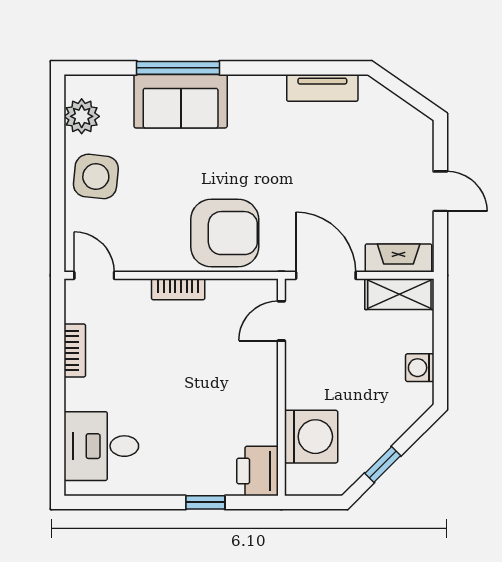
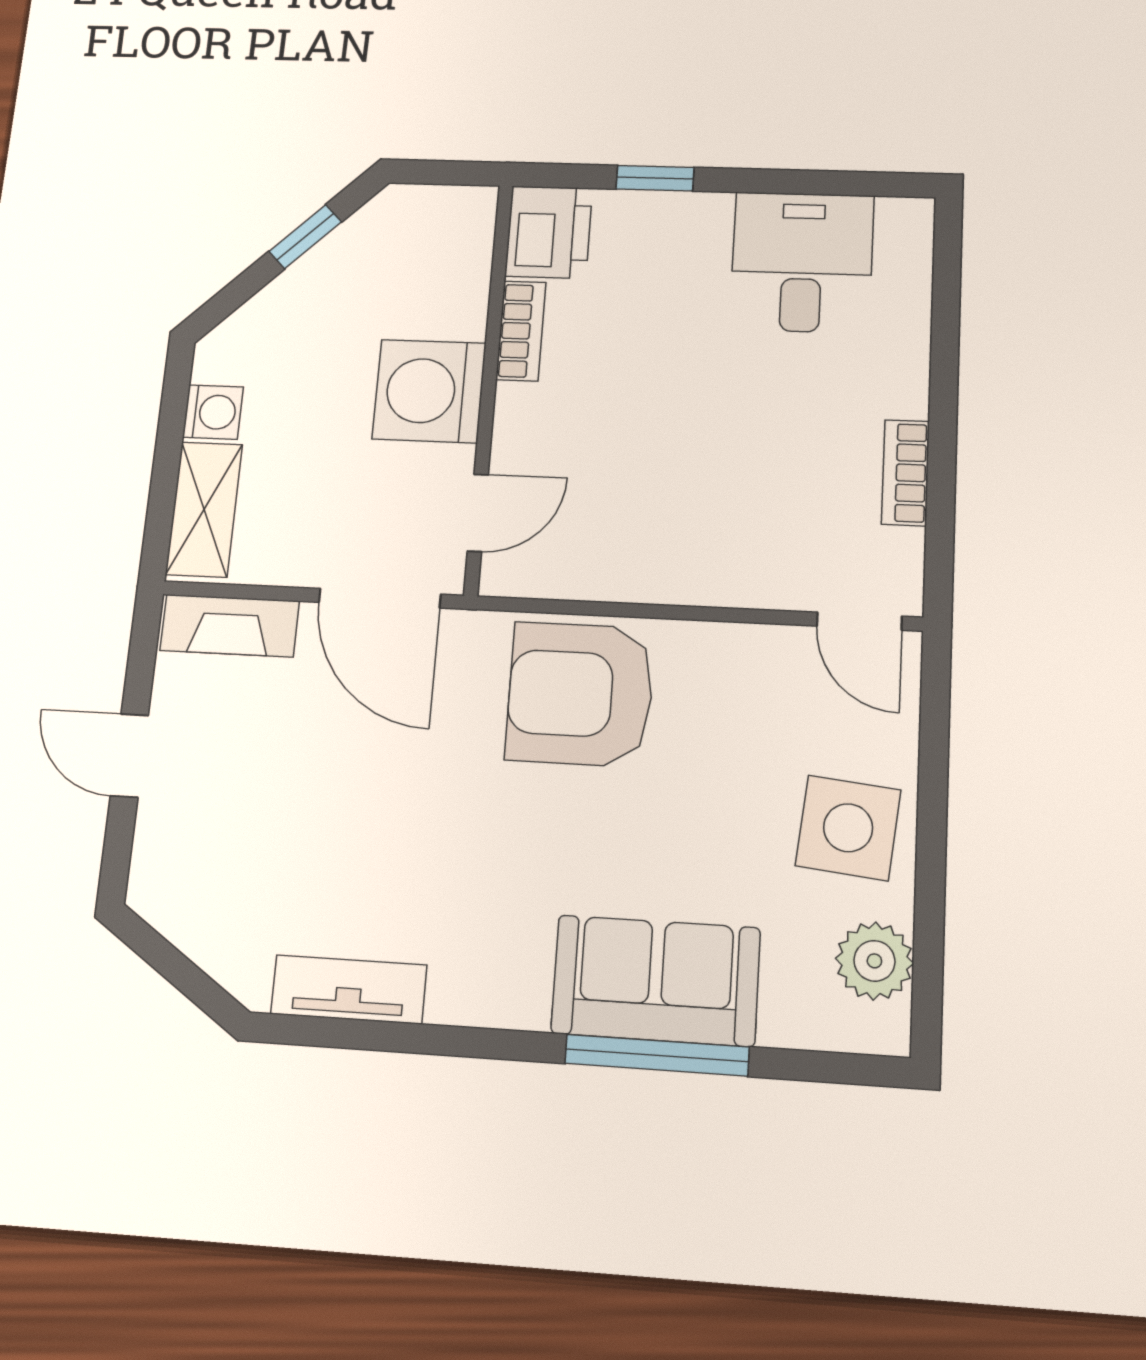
bookcase: (178, 289) -> (521, 331), moved, turned 90
shelving: (399, 294) -> (204, 509), moved, turned 90
washing machine: (311, 437) -> (429, 391), moved
desk: (101, 446) -> (802, 262), moved, turned -90

